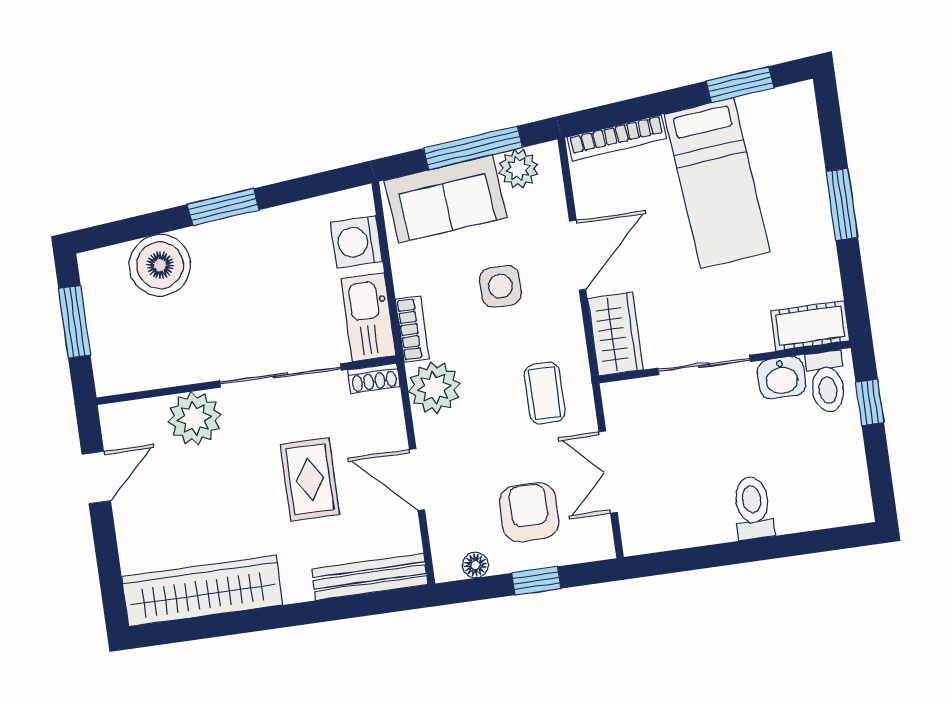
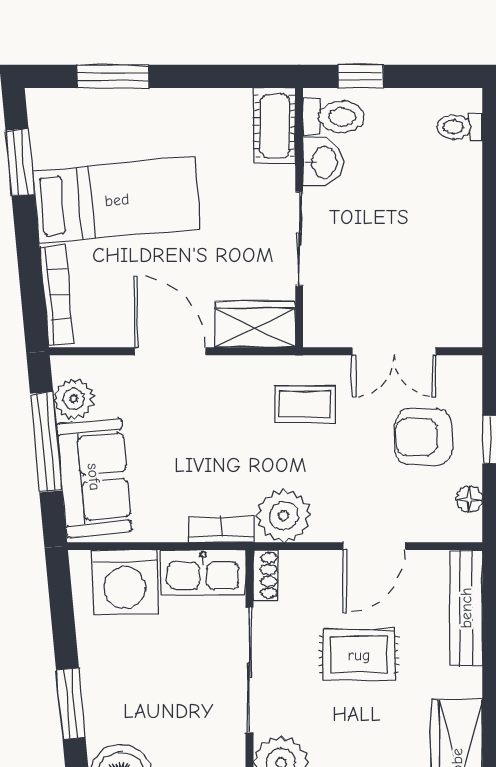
window: (842, 204) -> (113, 76), moved
washing machine: (356, 242) -> (125, 582), width x1.37, depth x1.37
side table: (500, 286) -> (190, 434), removed
toilet: (753, 508) -> (460, 127), moved, width x0.73, depth x0.72

